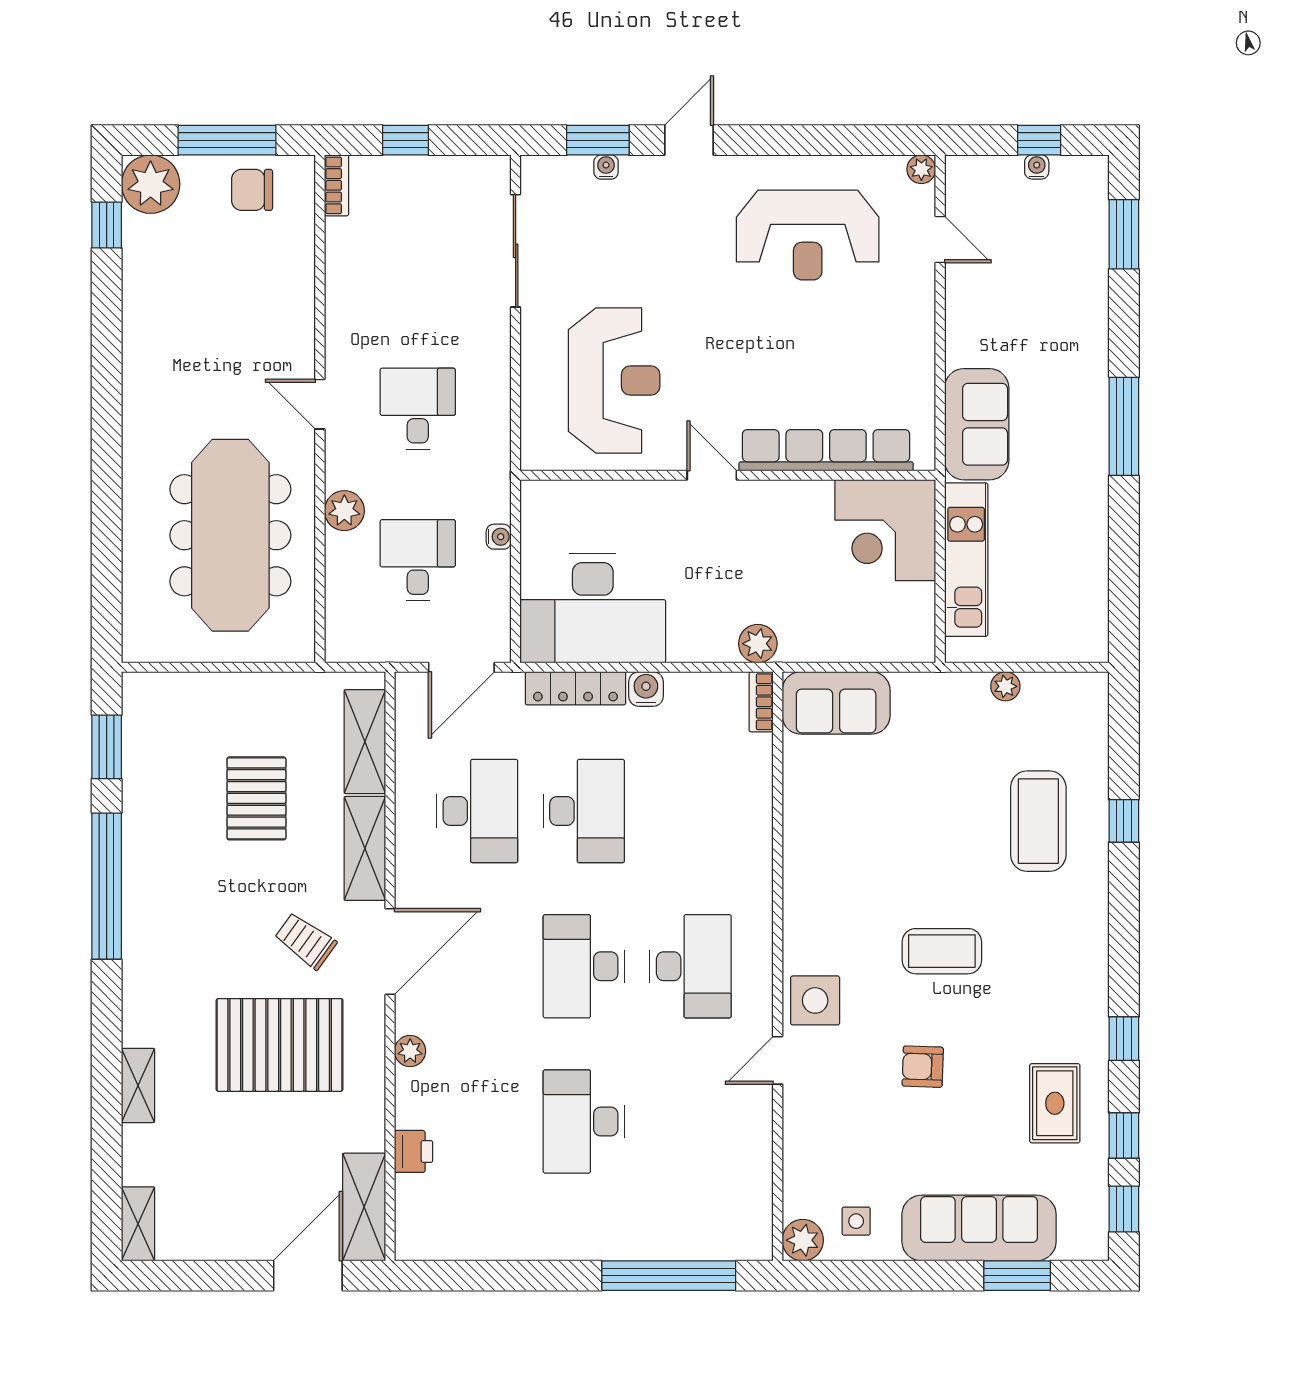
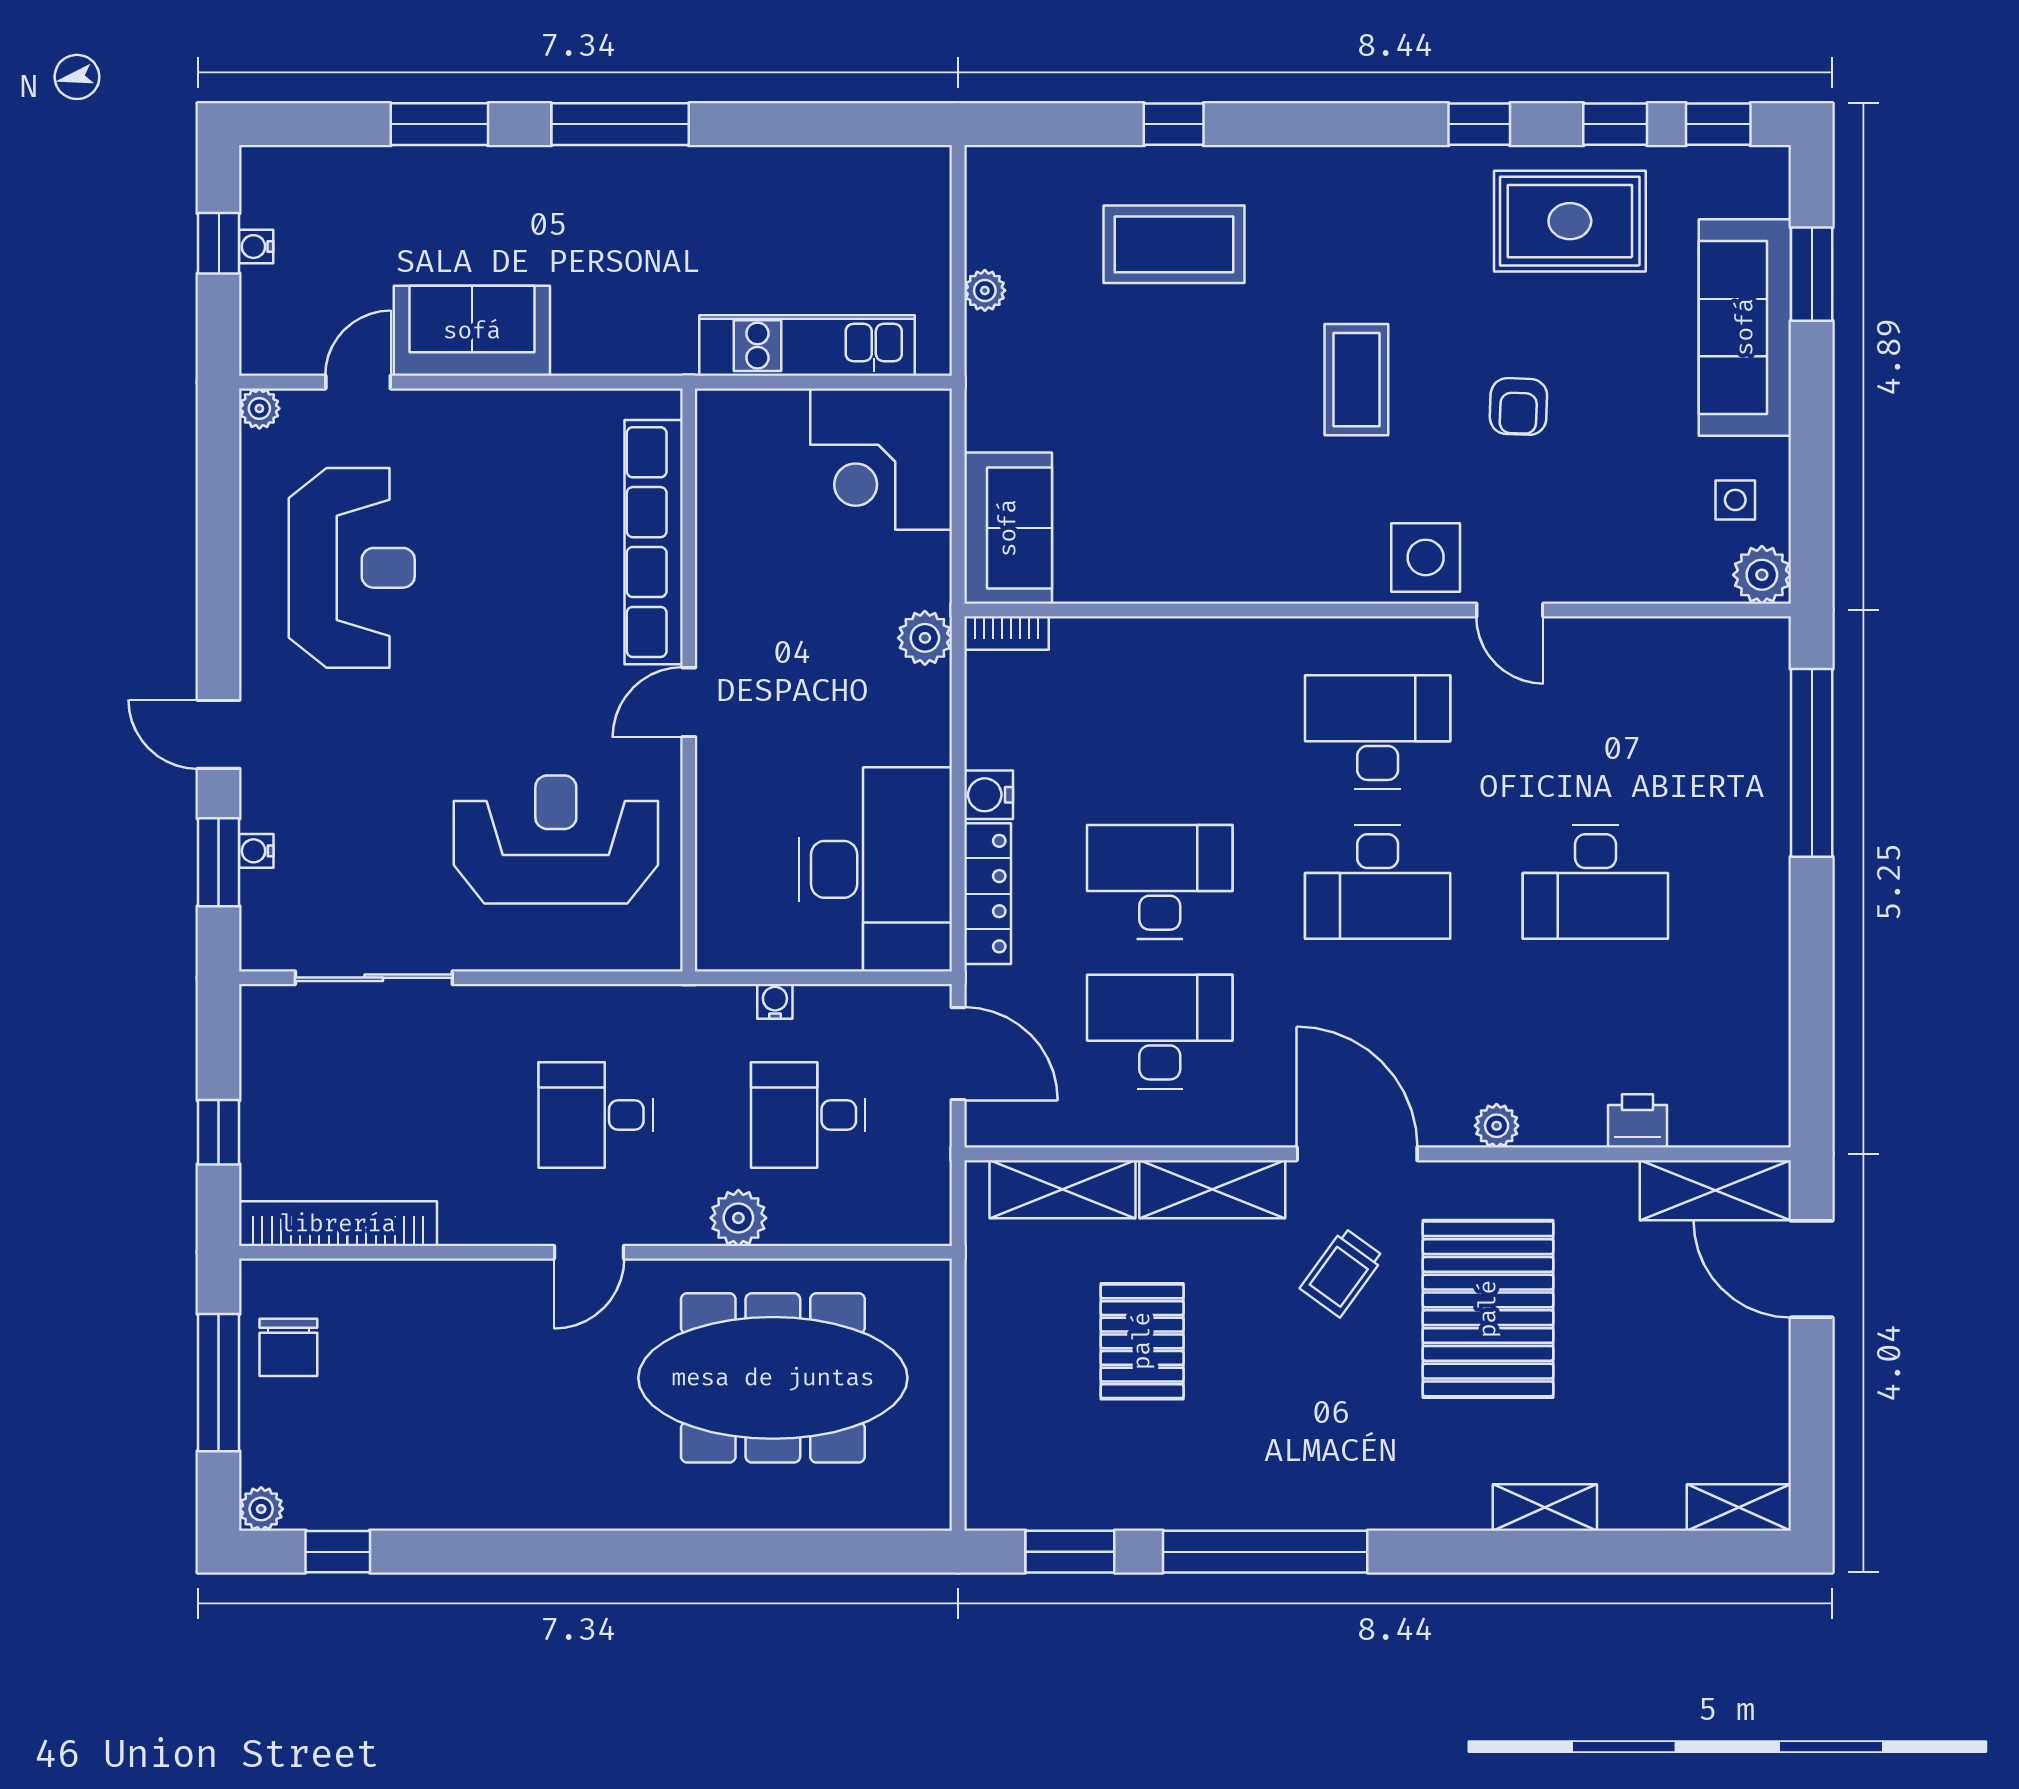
plant: (151, 184) -> (261, 1509), width x0.53, depth x0.53
bookcase: (337, 185) -> (338, 1224), width x2.31, depth x1.31
window: (1124, 234) -> (439, 124), moved
sofa: (977, 424) -> (472, 331), moved
corner desk: (885, 530) -> (881, 459), moved, turned 90
pallet: (256, 798) -> (1142, 1341), turned 90
rug: (1055, 1103) -> (1570, 221), width x1.36, depth x1.43

